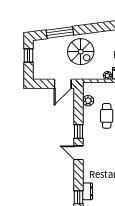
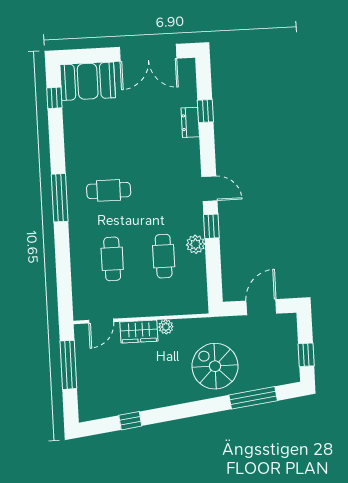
door: (63, 84) -> (261, 307), moved
plant: (88, 101) -> (196, 244), moved

